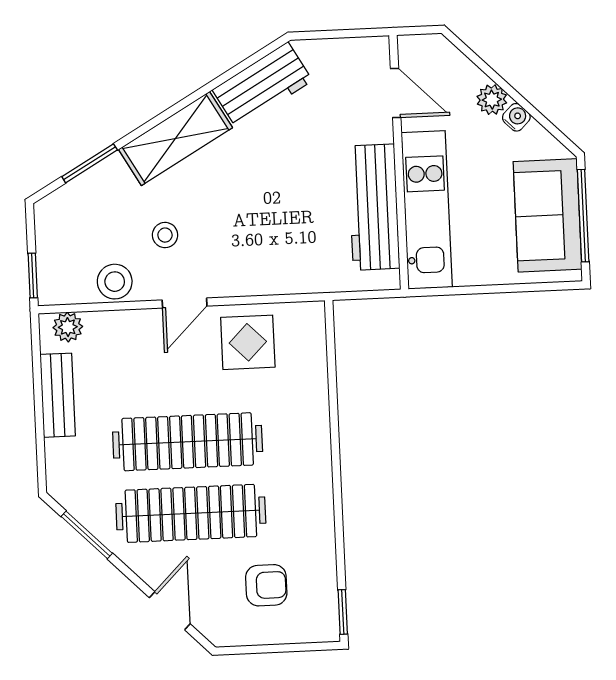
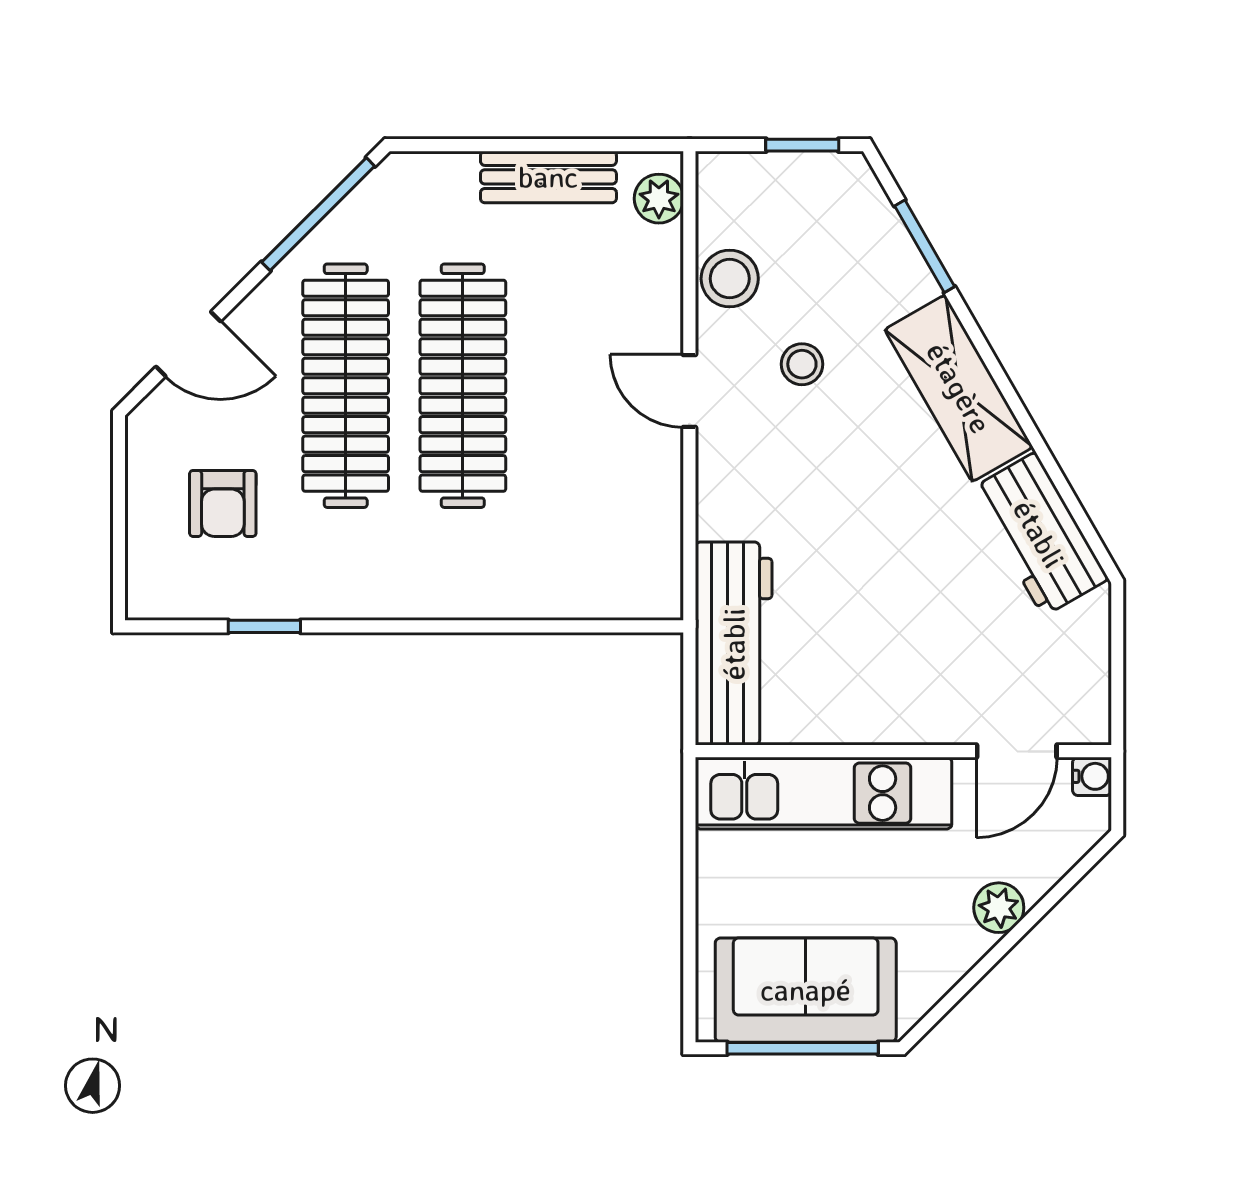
water cooler: (516, 117) -> (1092, 776), moved, turned -45
workbench: (374, 207) -> (734, 644), moved, turned 90
window: (33, 276) -> (802, 145), moved
display table: (248, 342) -> (621, 491), removed
window: (87, 535) -> (318, 214), width x1.44
window: (343, 612) -> (264, 626), moved

